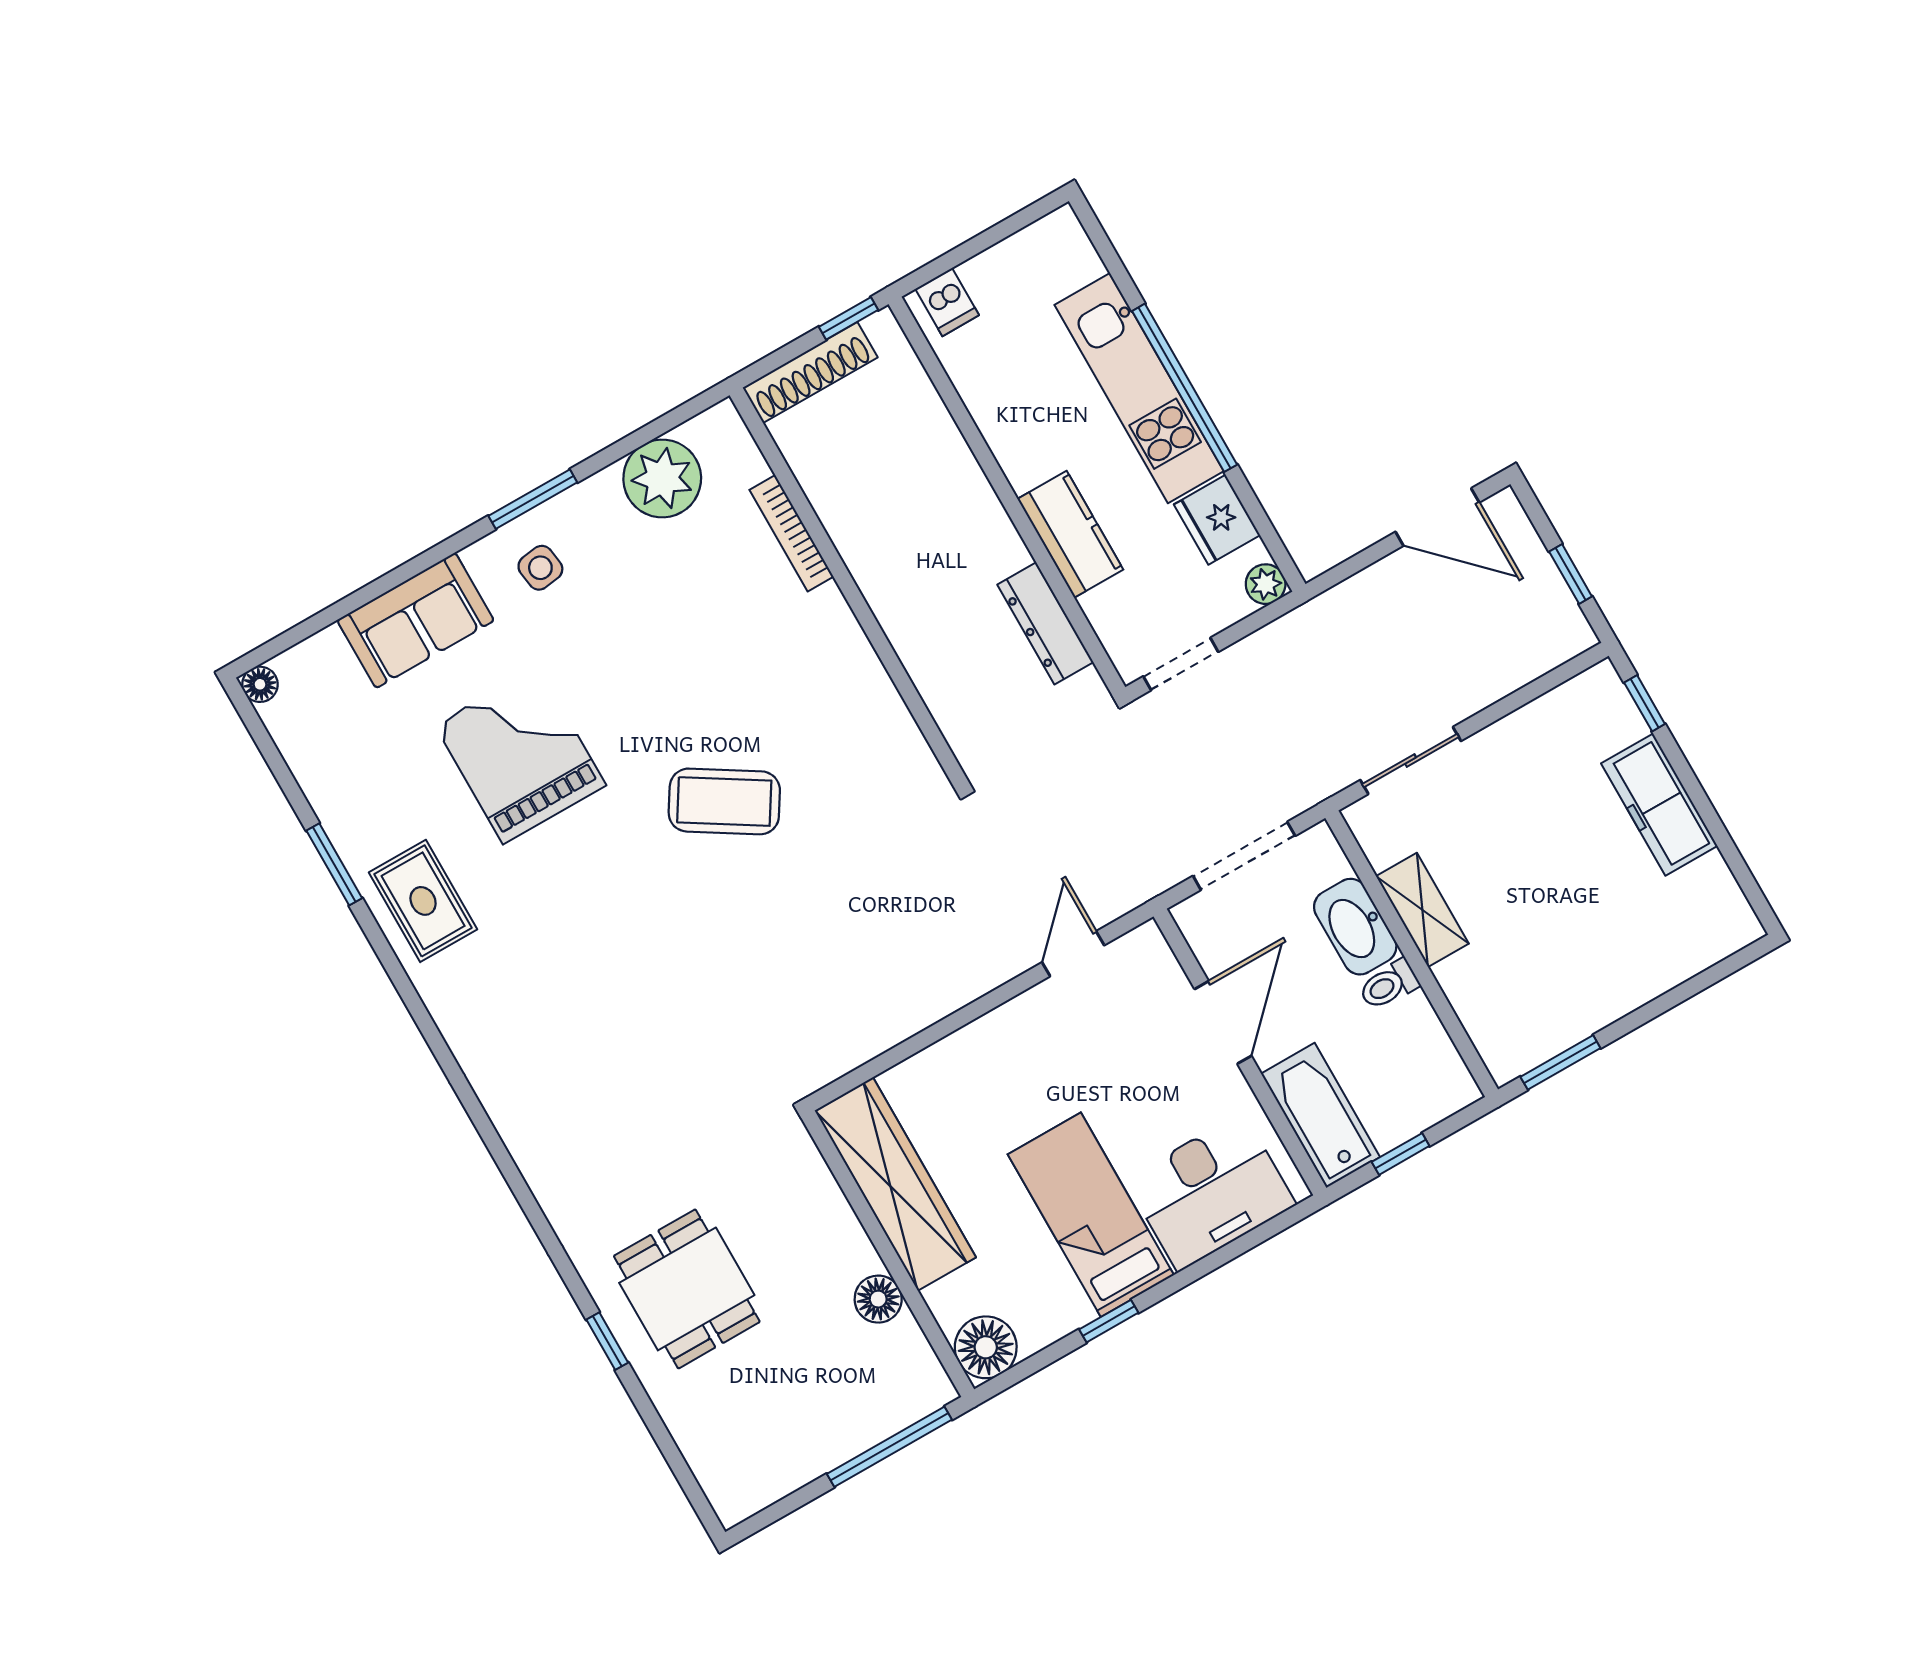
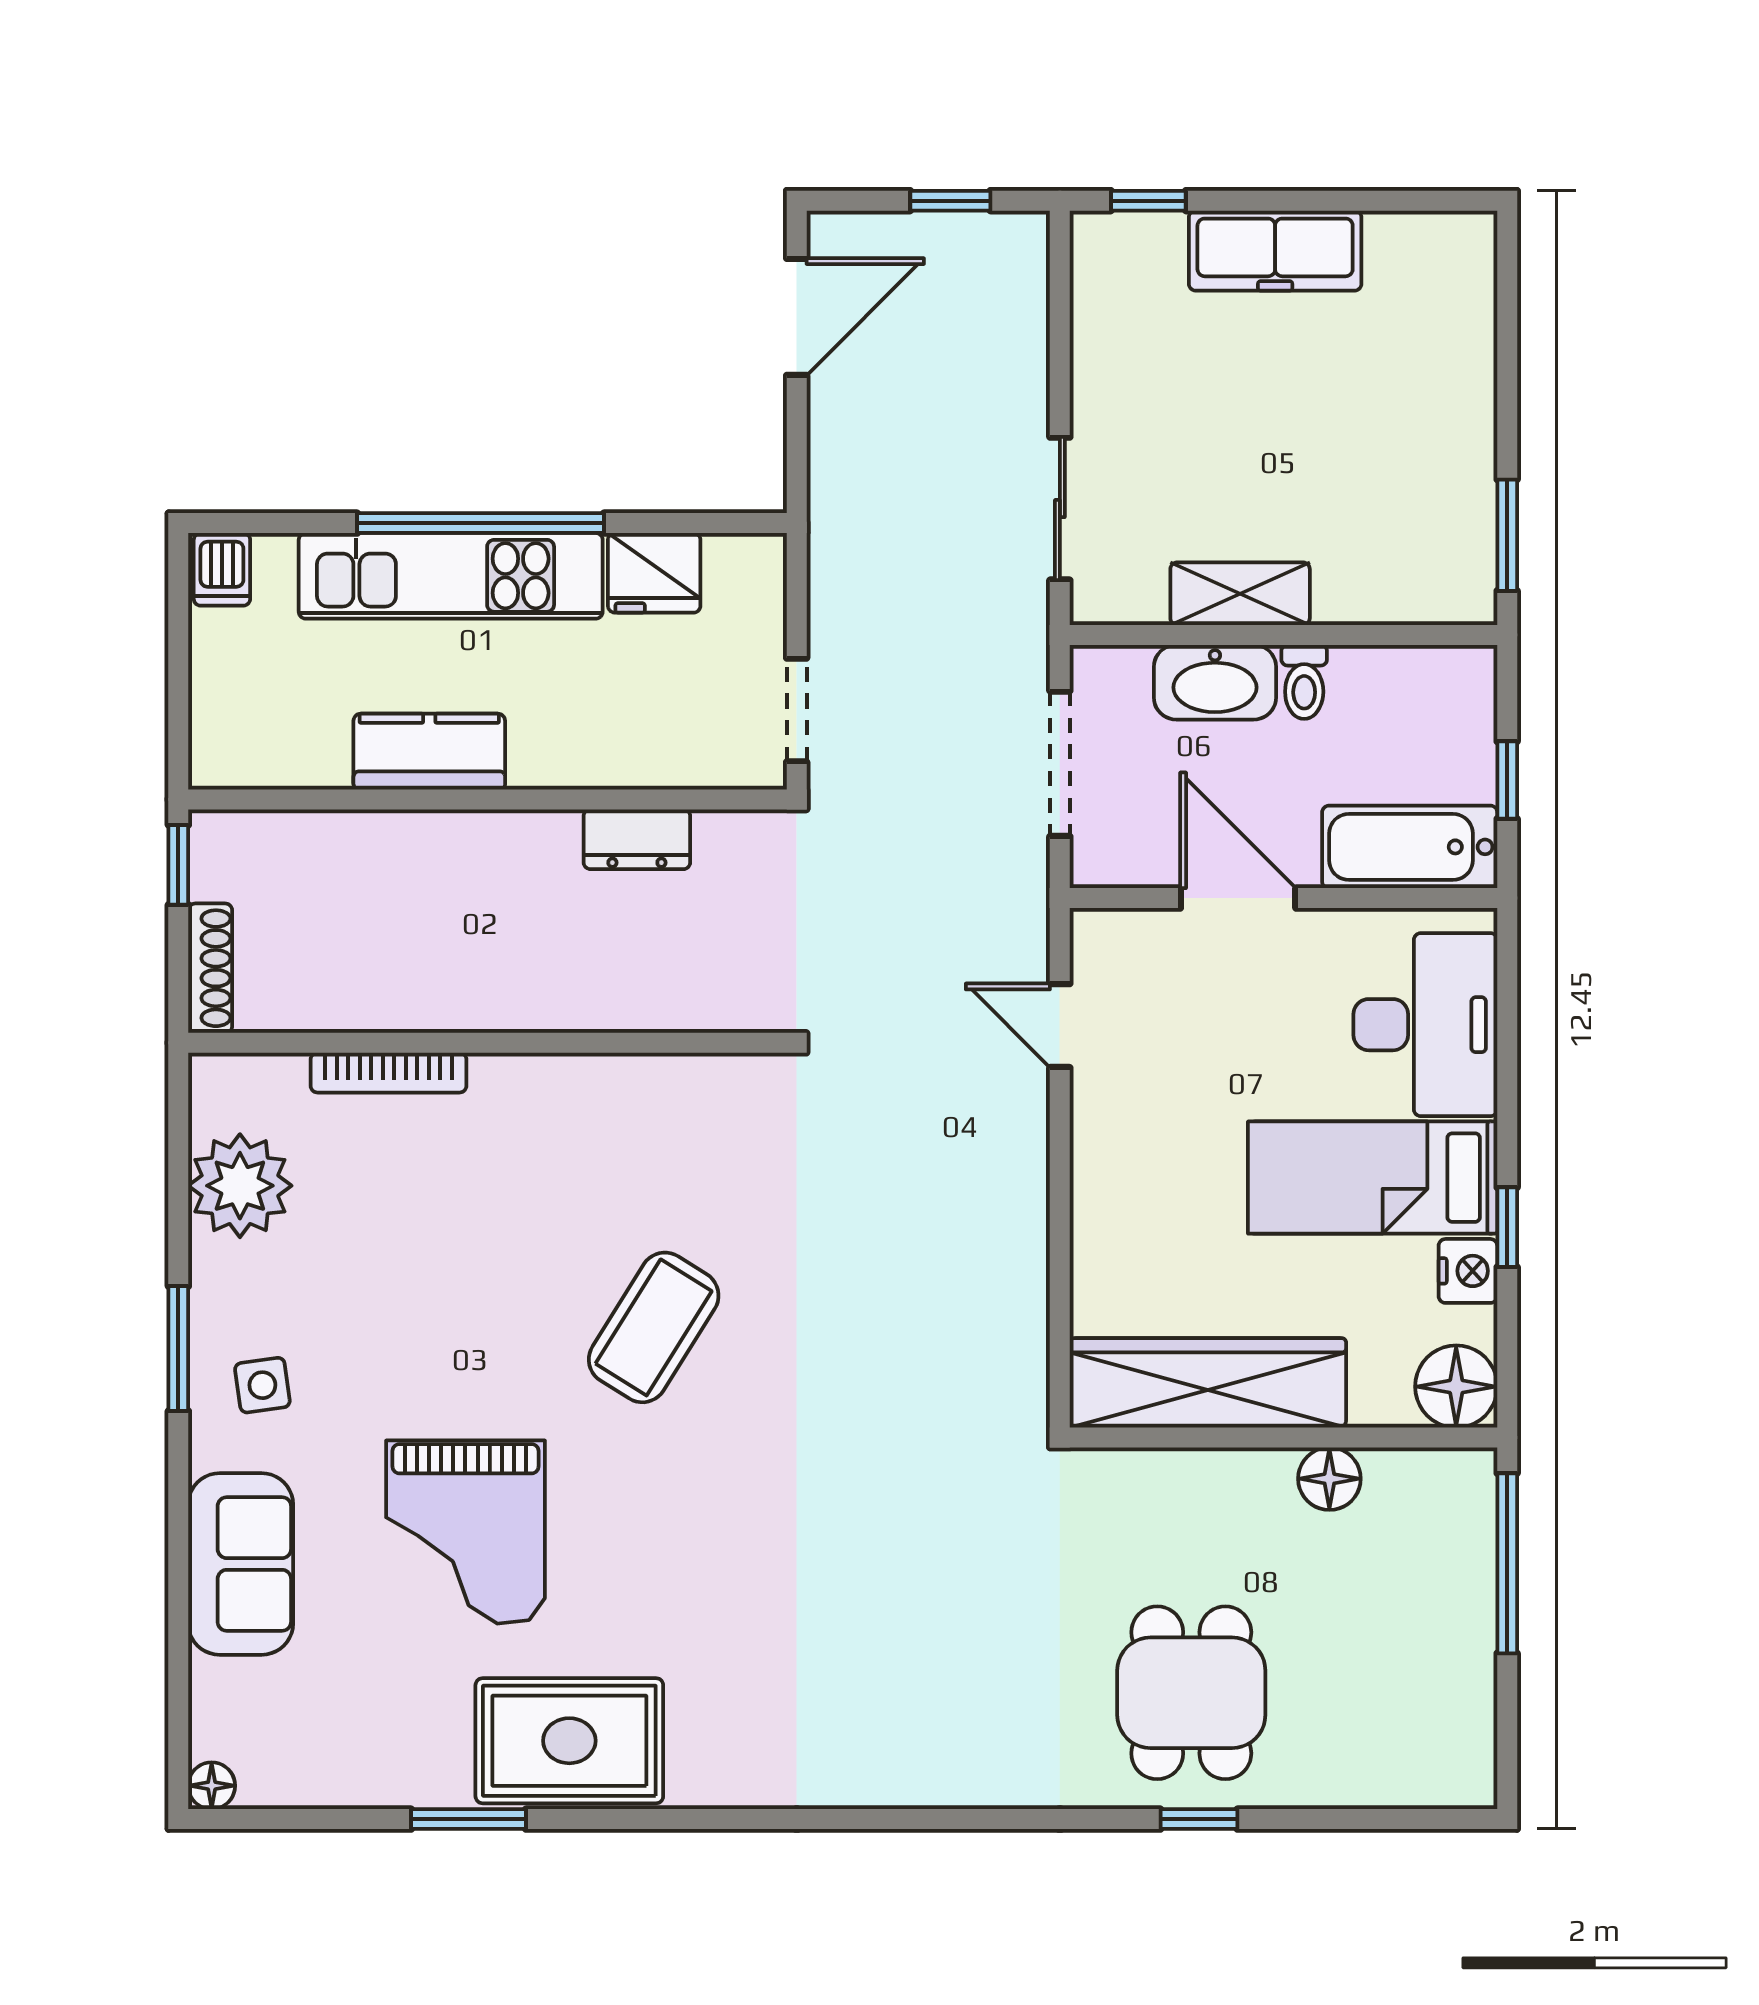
dishwasher: (947, 302) -> (222, 569), moved, turned 90
shoe rack: (810, 372) -> (210, 968), width x0.74, depth x0.81
kitchen counter: (1070, 534) -> (429, 752), moved
plant: (1266, 584) -> (760, 559), removed
dresser: (1045, 623) -> (637, 839), width x0.70
grand piano: (520, 755) -> (465, 1532), turned -90
rug: (423, 901) -> (569, 1741), width x1.36, depth x1.43
dining table: (687, 1289) -> (1191, 1693), turned 90
nightstand: (1066, 1312) -> (1468, 1271), added

